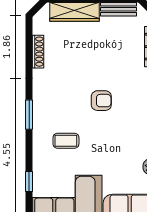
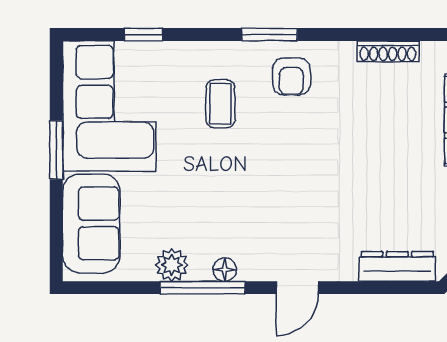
armchair: (101, 101) -> (291, 76), moved

